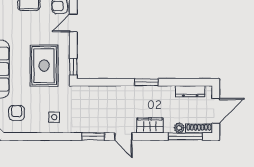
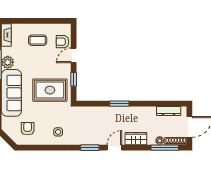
rug: (44, 66) -> (50, 90), turned 90
window: (73, 67) -> (74, 79), moved
window: (146, 82) -> (119, 104), moved
door: (123, 136) -> (114, 148), swing flipped

